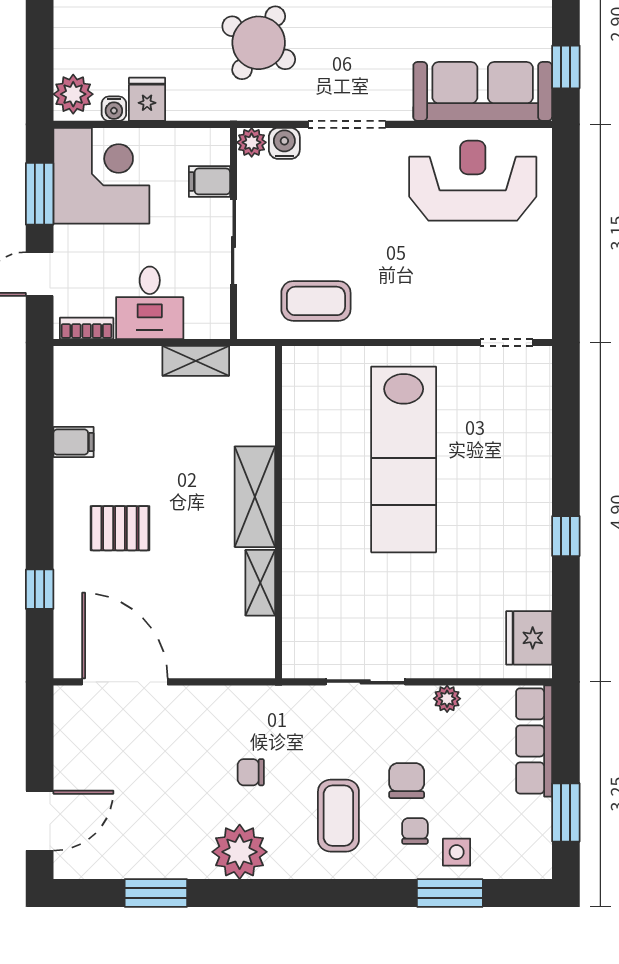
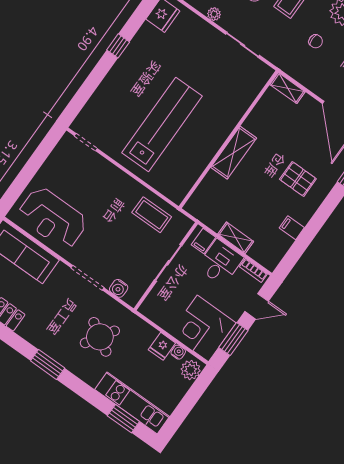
plant: (252, 142) -> (132, 298), removed
filing cabinet: (209, 181) -> (204, 241), moved, turned 90
shelving: (196, 361) -> (236, 238), moved
shelving: (260, 583) -> (287, 88), moved, turned 90

